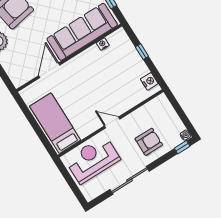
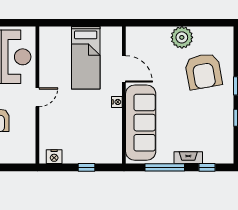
nightstand: (103, 44) -> (117, 102), moved
bed: (55, 123) -> (86, 58), moved, turned 90

